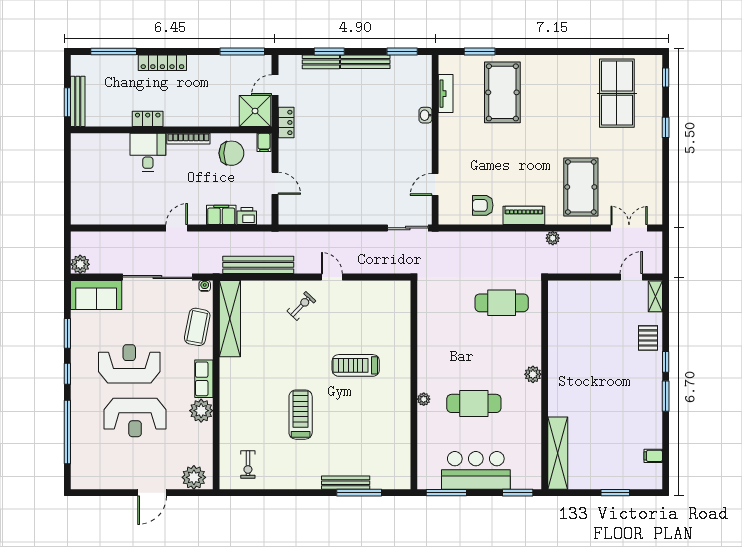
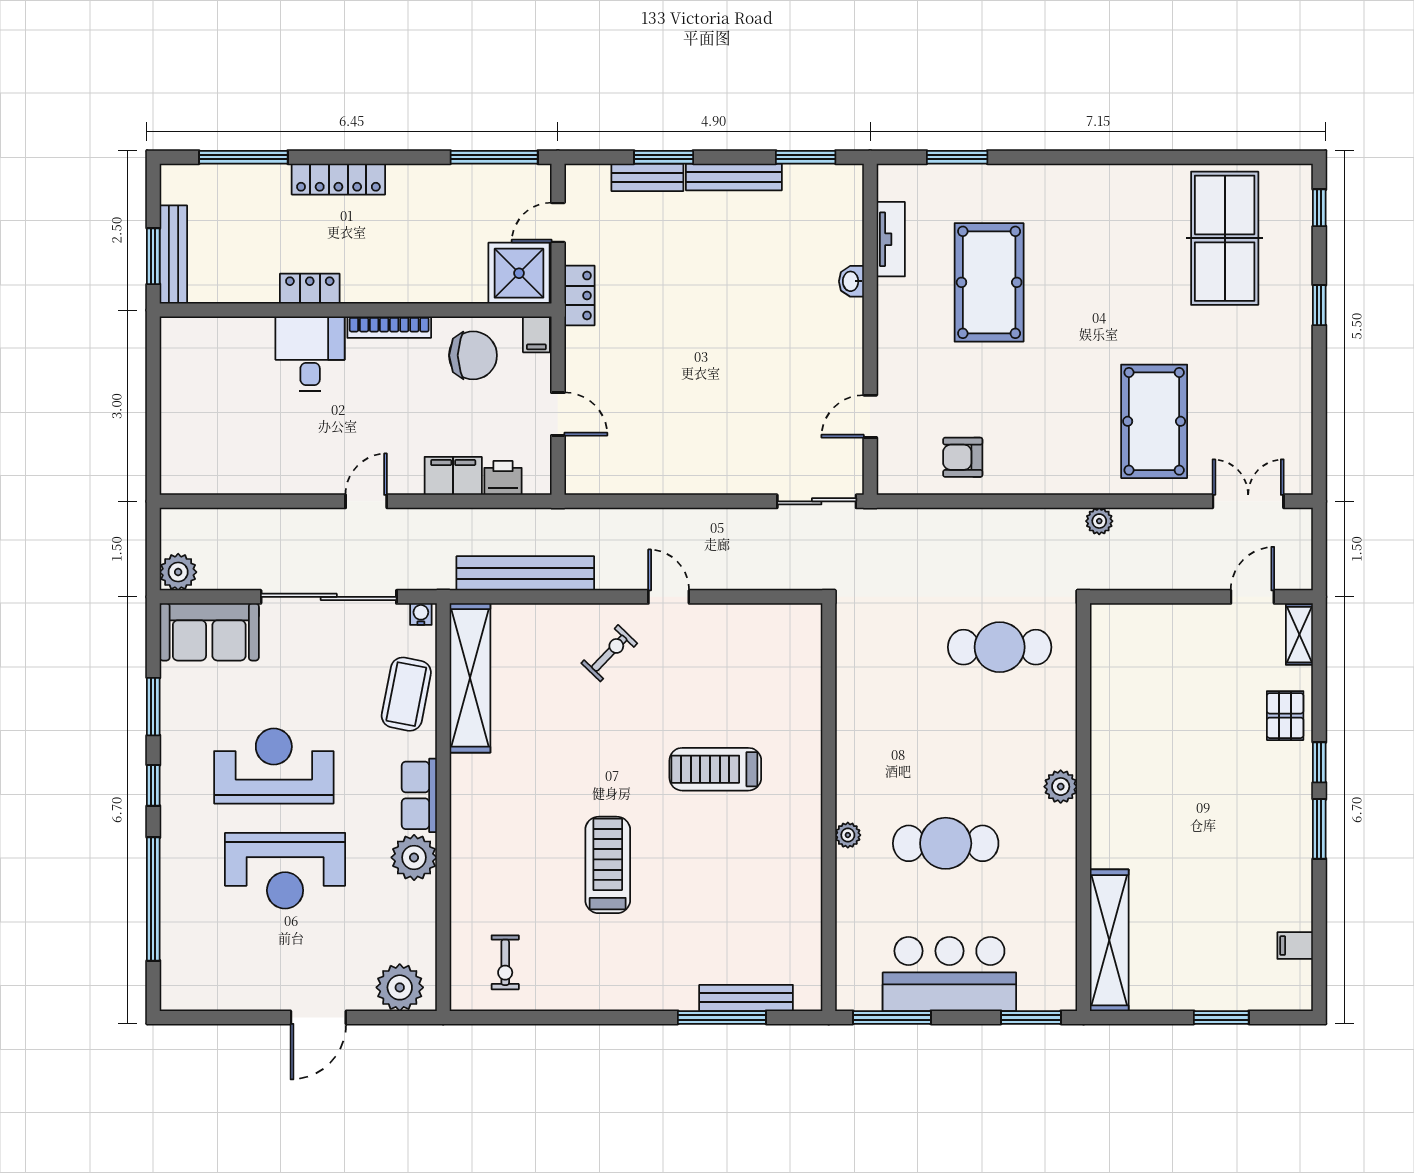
pool table: (502, 92) -> (989, 282), moved
piano: (524, 215) -> (1043, 477), removed
bench: (346, 483) -> (746, 998), moved

